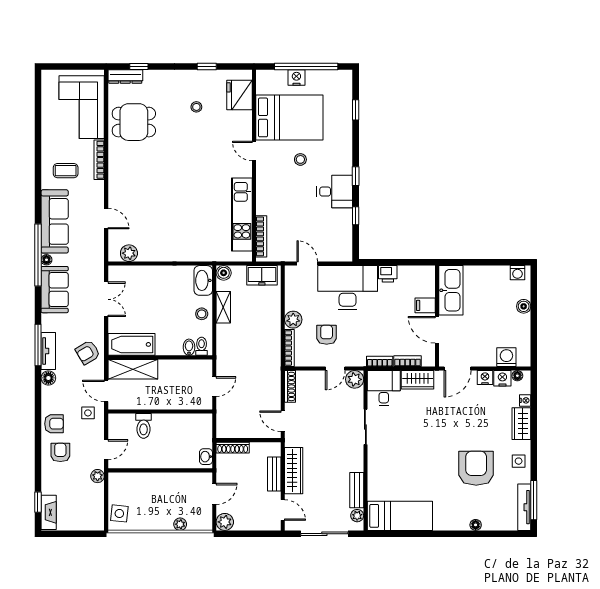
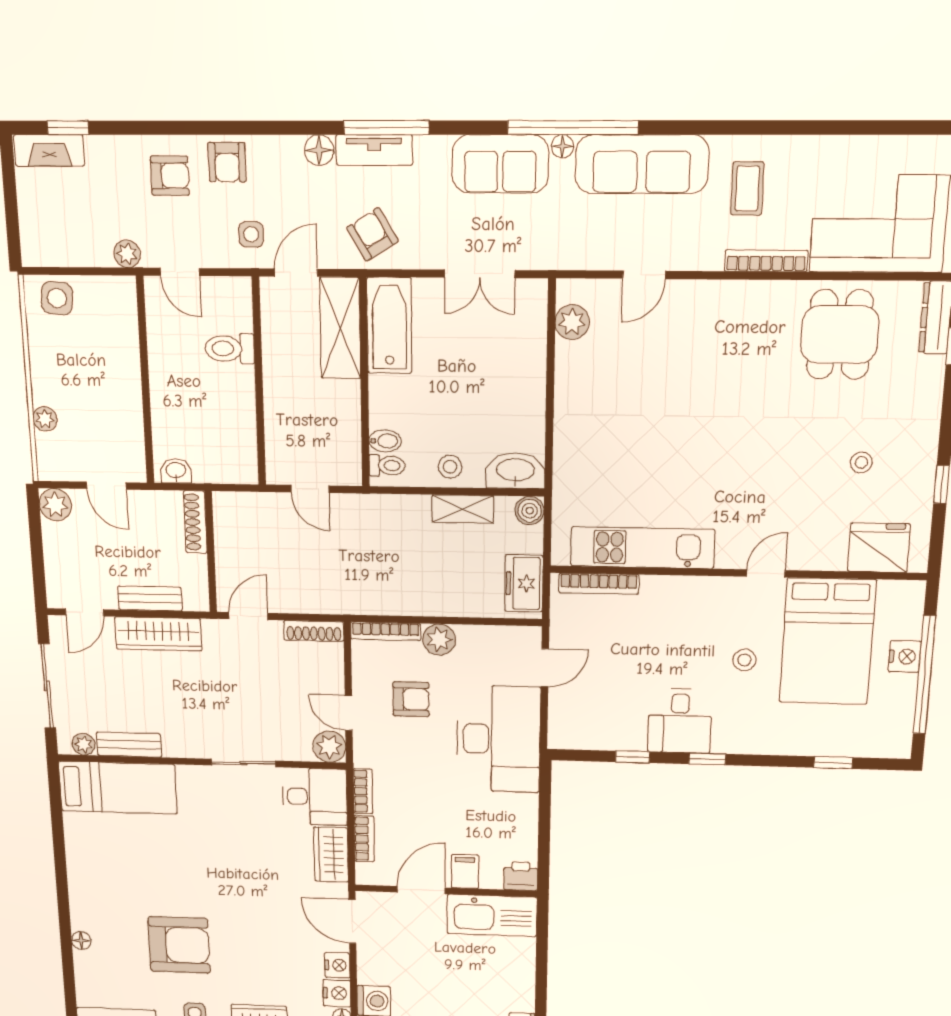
printer: (388, 274) -> (521, 876), moved, turned 90
bed: (400, 516) -> (118, 788), moved, turned -90

